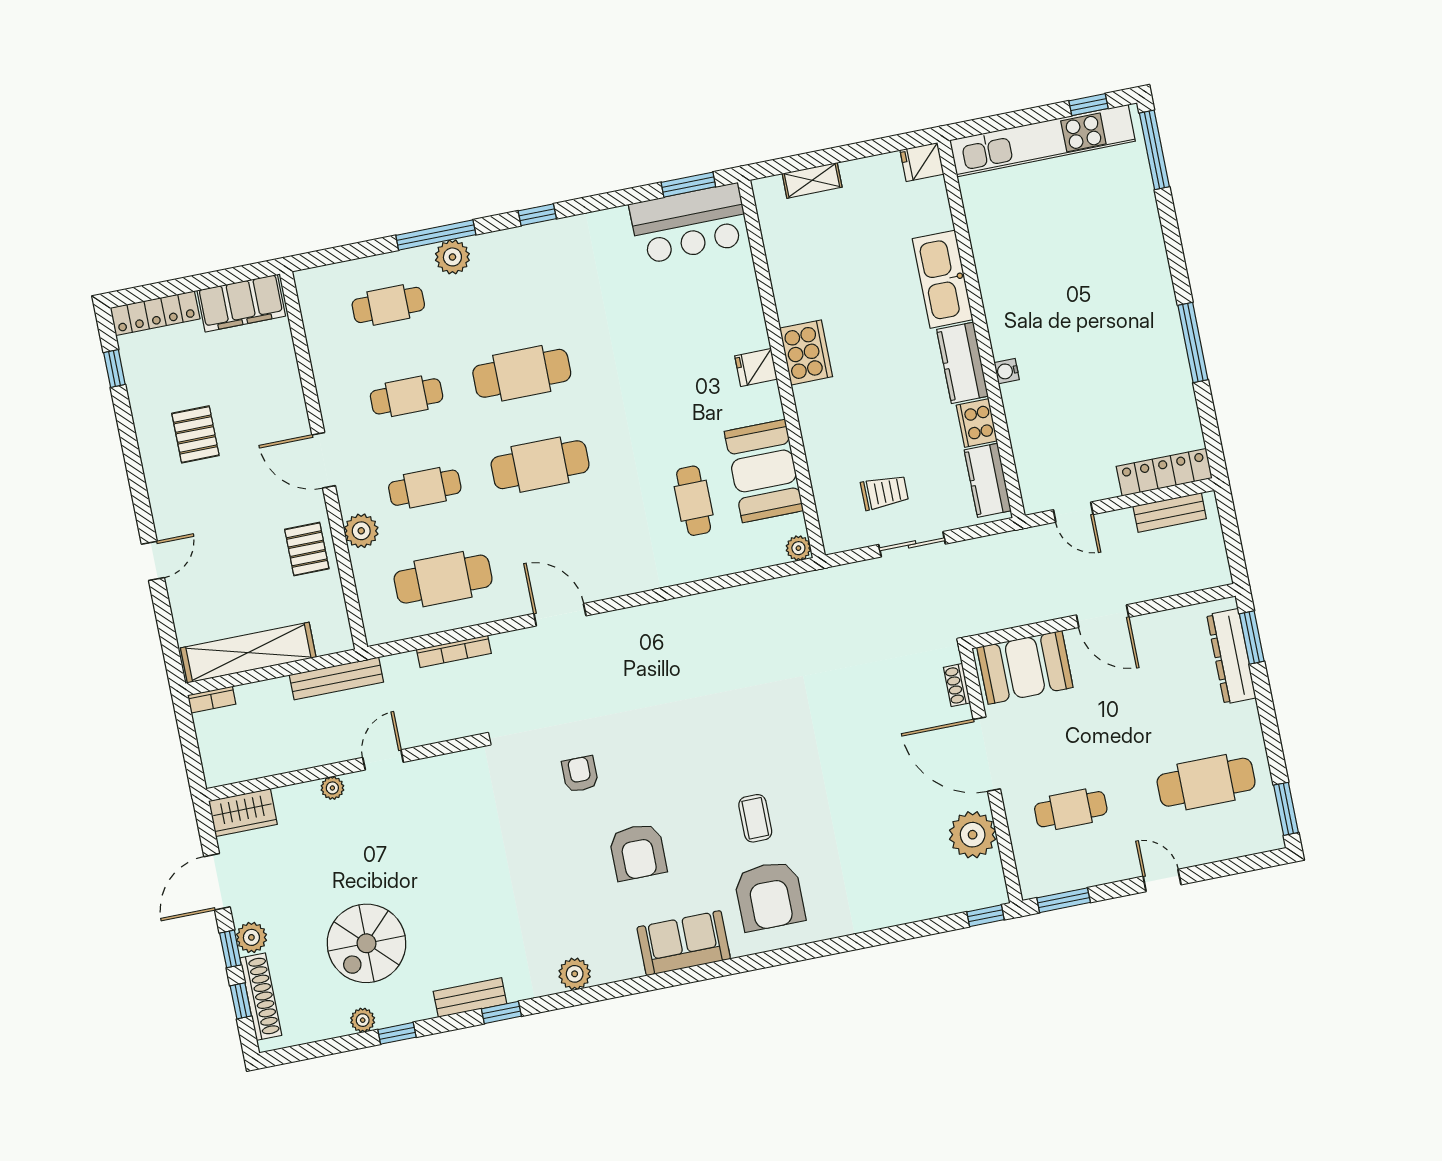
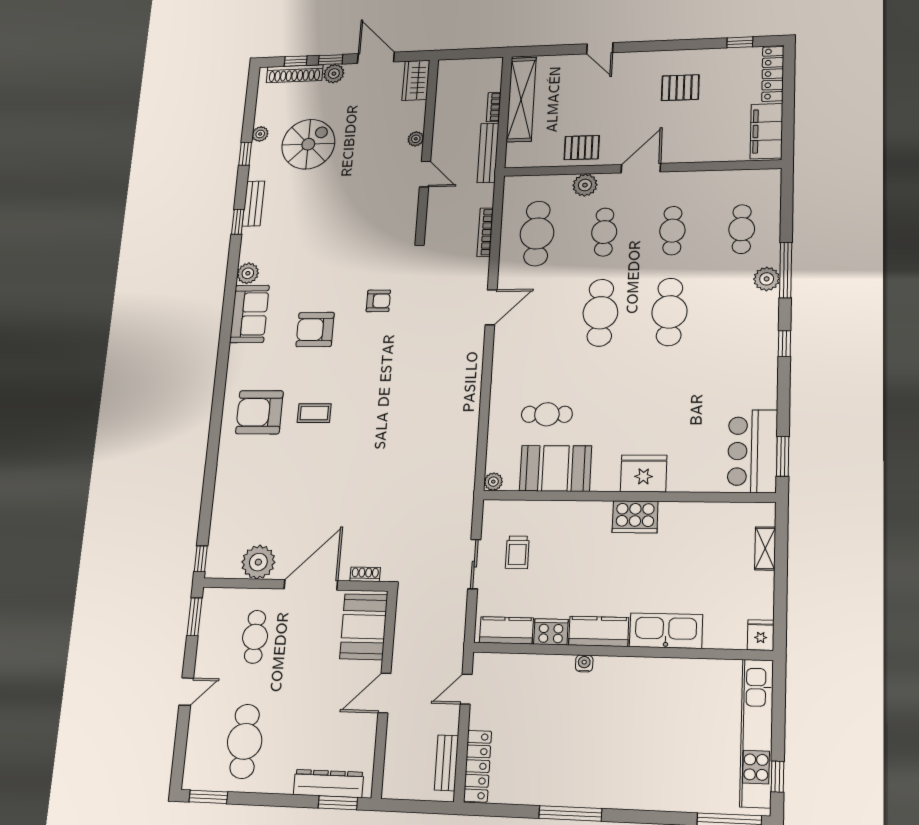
fridge: (756, 368) -> (644, 473), width x1.88, depth x1.34
bookcase: (212, 700) -> (494, 107), moved
spiral stairs: (367, 943) -> (308, 144), turned 90
sofa: (684, 943) -> (249, 314), moved

